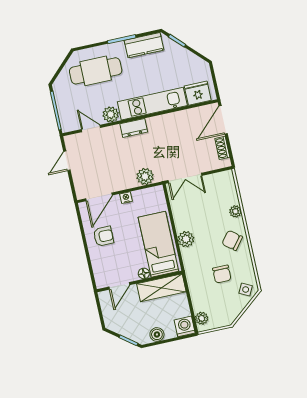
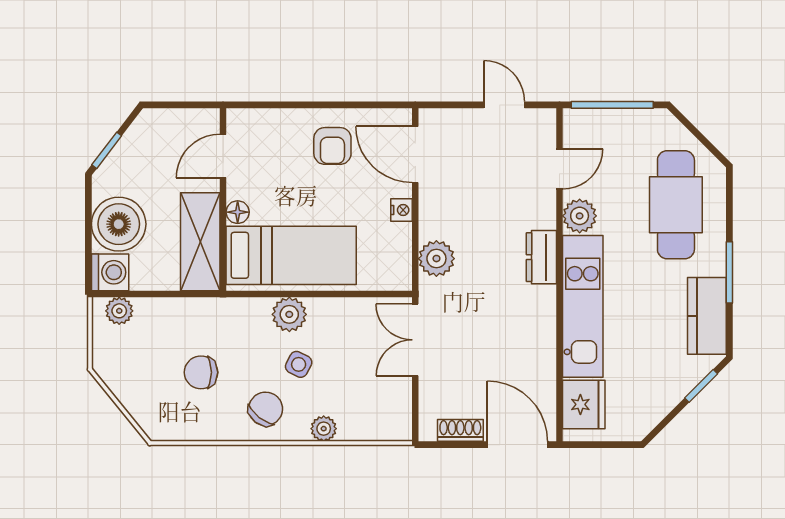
door: (119, 286) -> (223, 156), hinge flipped
side table: (246, 290) -> (299, 364), moved
boiler: (157, 334) -> (119, 224), width x1.86, depth x1.86

